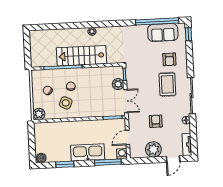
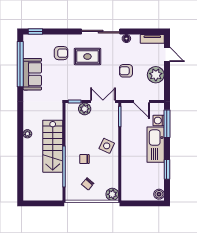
sofa: (163, 33) -> (32, 74), moved
side table: (66, 103) -> (107, 146), moved
washing machine: (122, 154) -> (159, 121), moved

